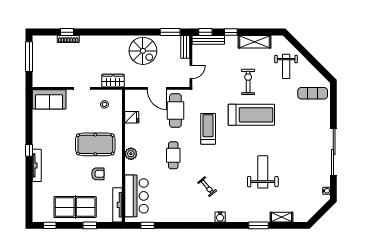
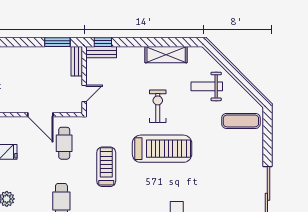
window: (231, 32) -> (135, 42), removed
bench: (208, 40) -> (101, 52), width x0.73
spiral stairs: (143, 51) -> (22, 66), removed
weight bench: (286, 66) -> (207, 86), turned 90
cafe table: (175, 111) -> (64, 143), width x0.73, depth x0.74

